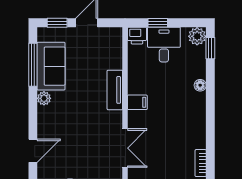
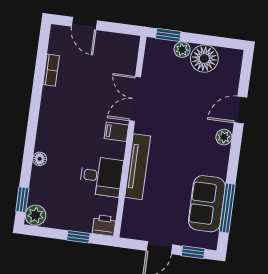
desk: (164, 45) -> (101, 176), moved, turned -90
tv unit: (115, 90) -> (138, 167), width x1.41
plant: (44, 98) -> (224, 137), moved
filing cabinet: (137, 102) -> (116, 132), moved

